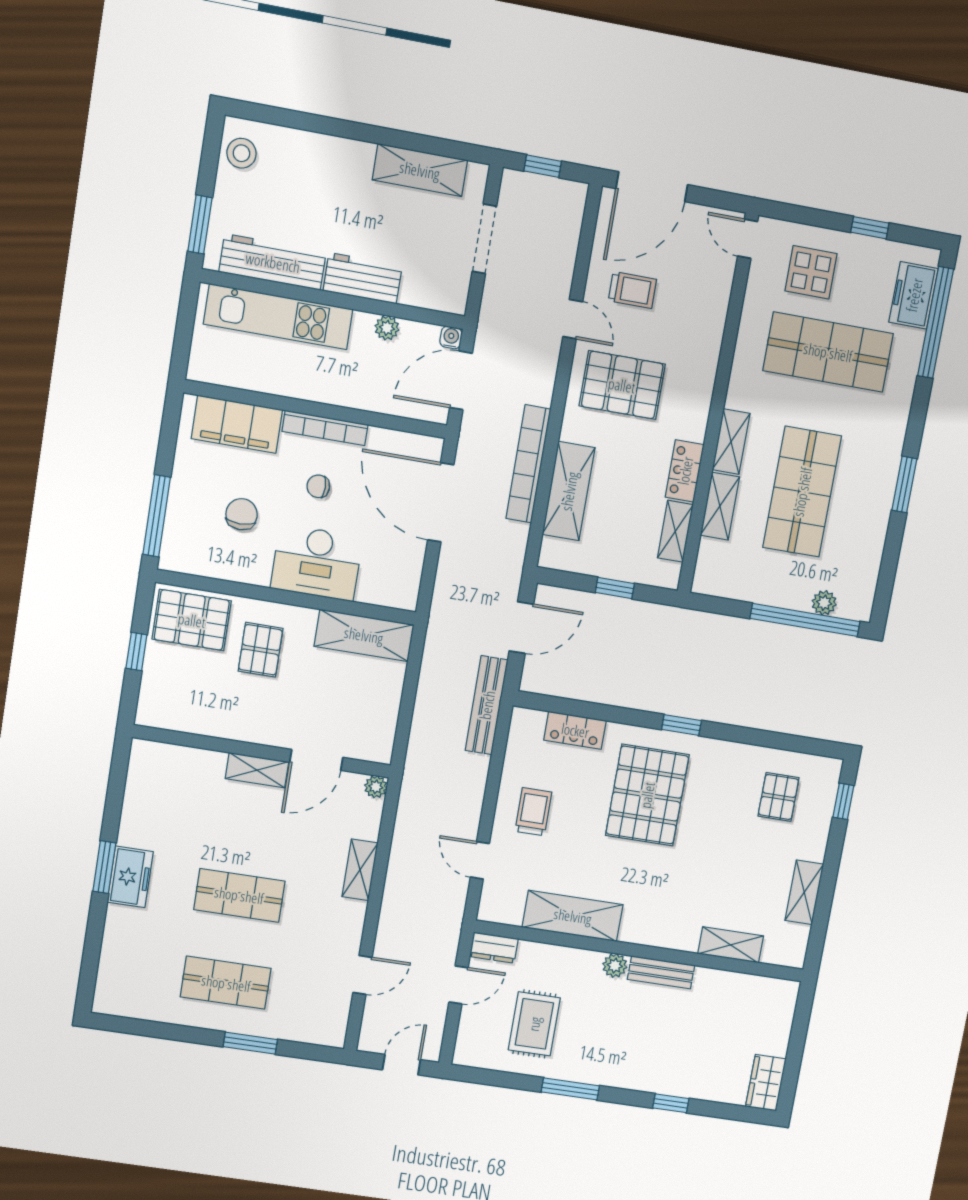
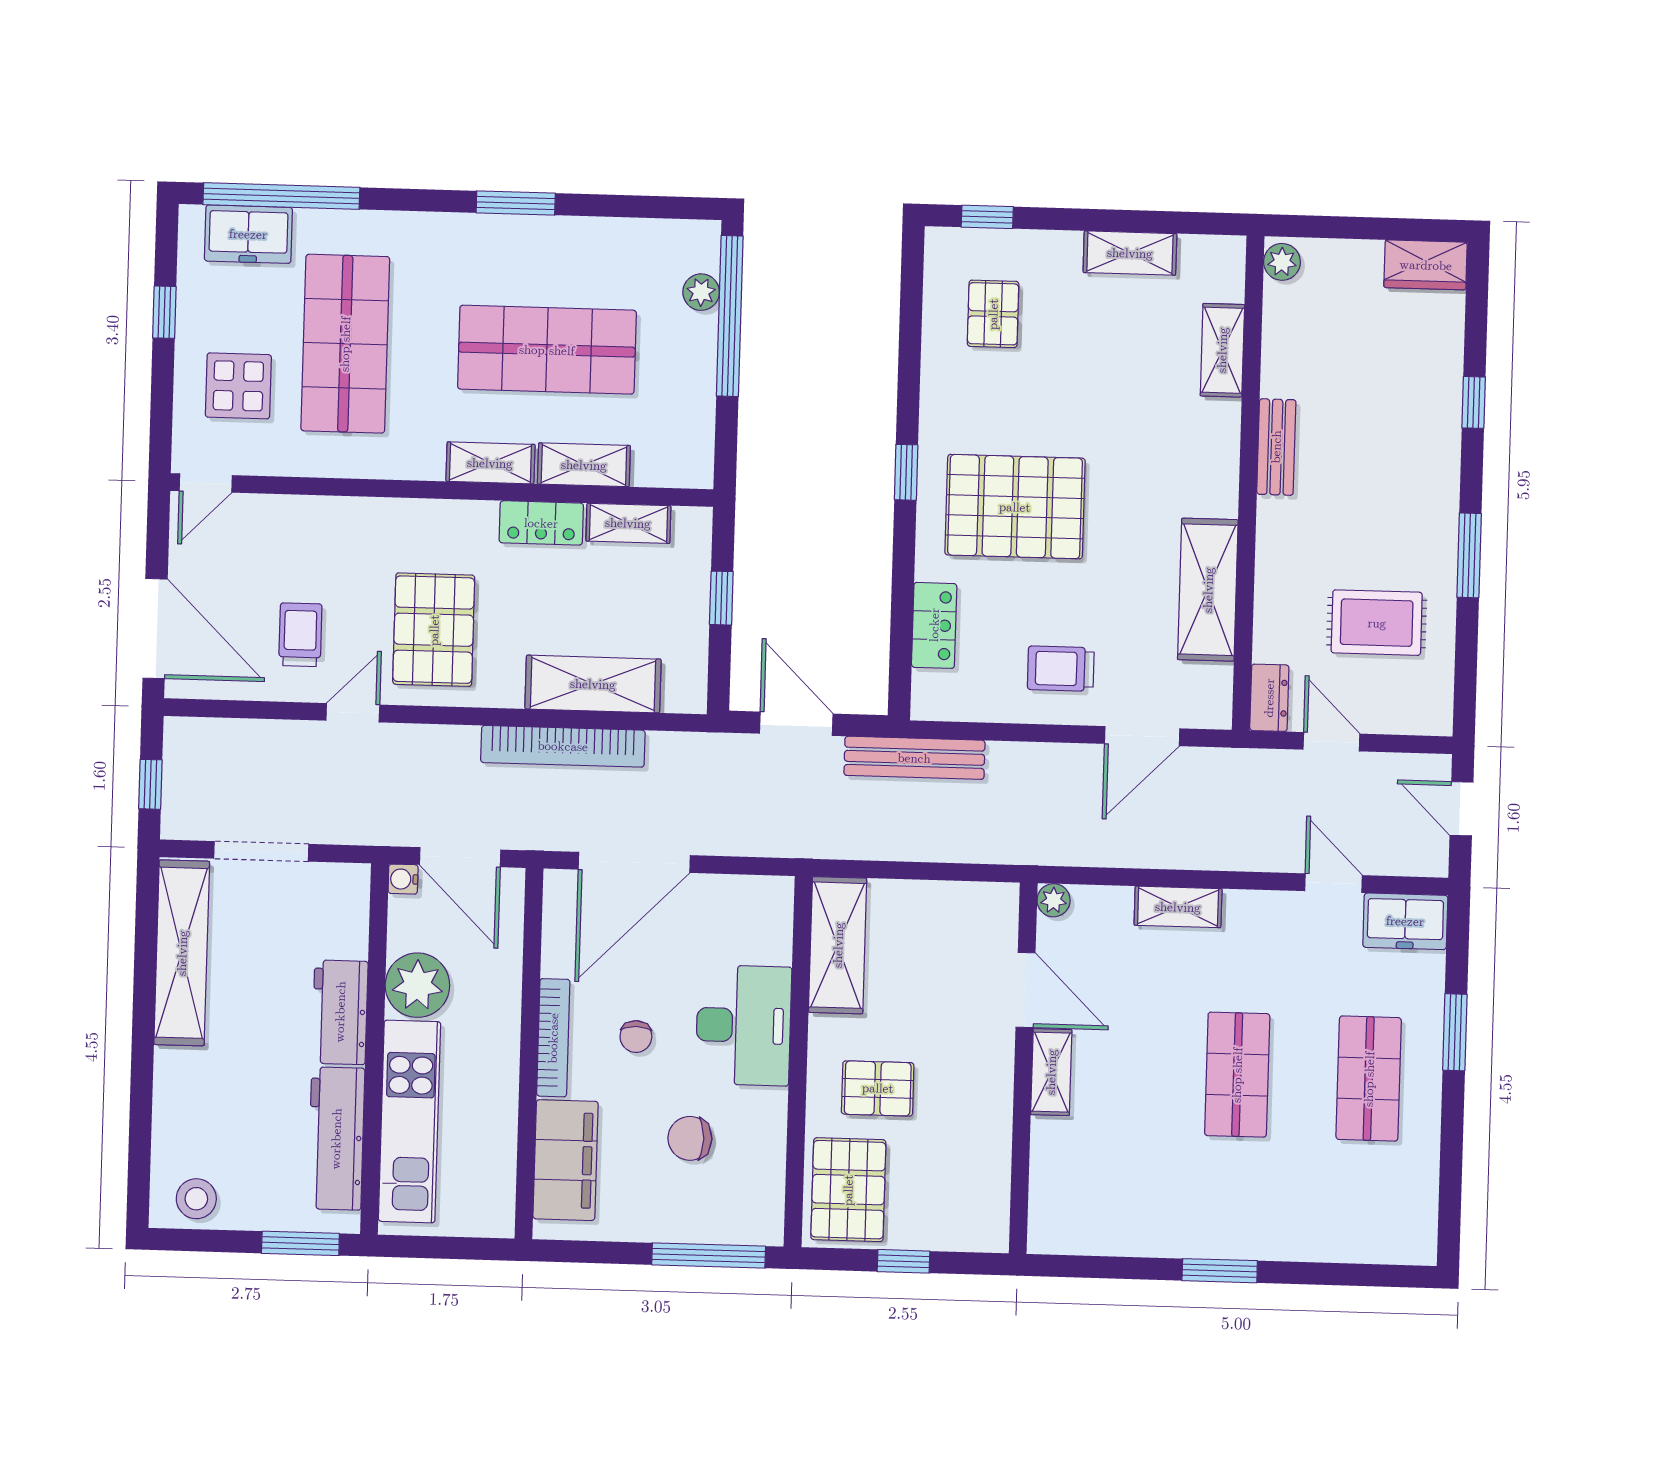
shelving: (420, 170) -> (182, 953), width x1.47
plant: (387, 328) -> (417, 985), width x1.88, depth x1.88
pallet: (778, 797) -> (993, 314), turned 90
door: (480, 860) -> (1142, 736), width x1.37
freezer: (130, 877) -> (1405, 921), moved, turned 180
plant: (615, 966) -> (1282, 262), moved

